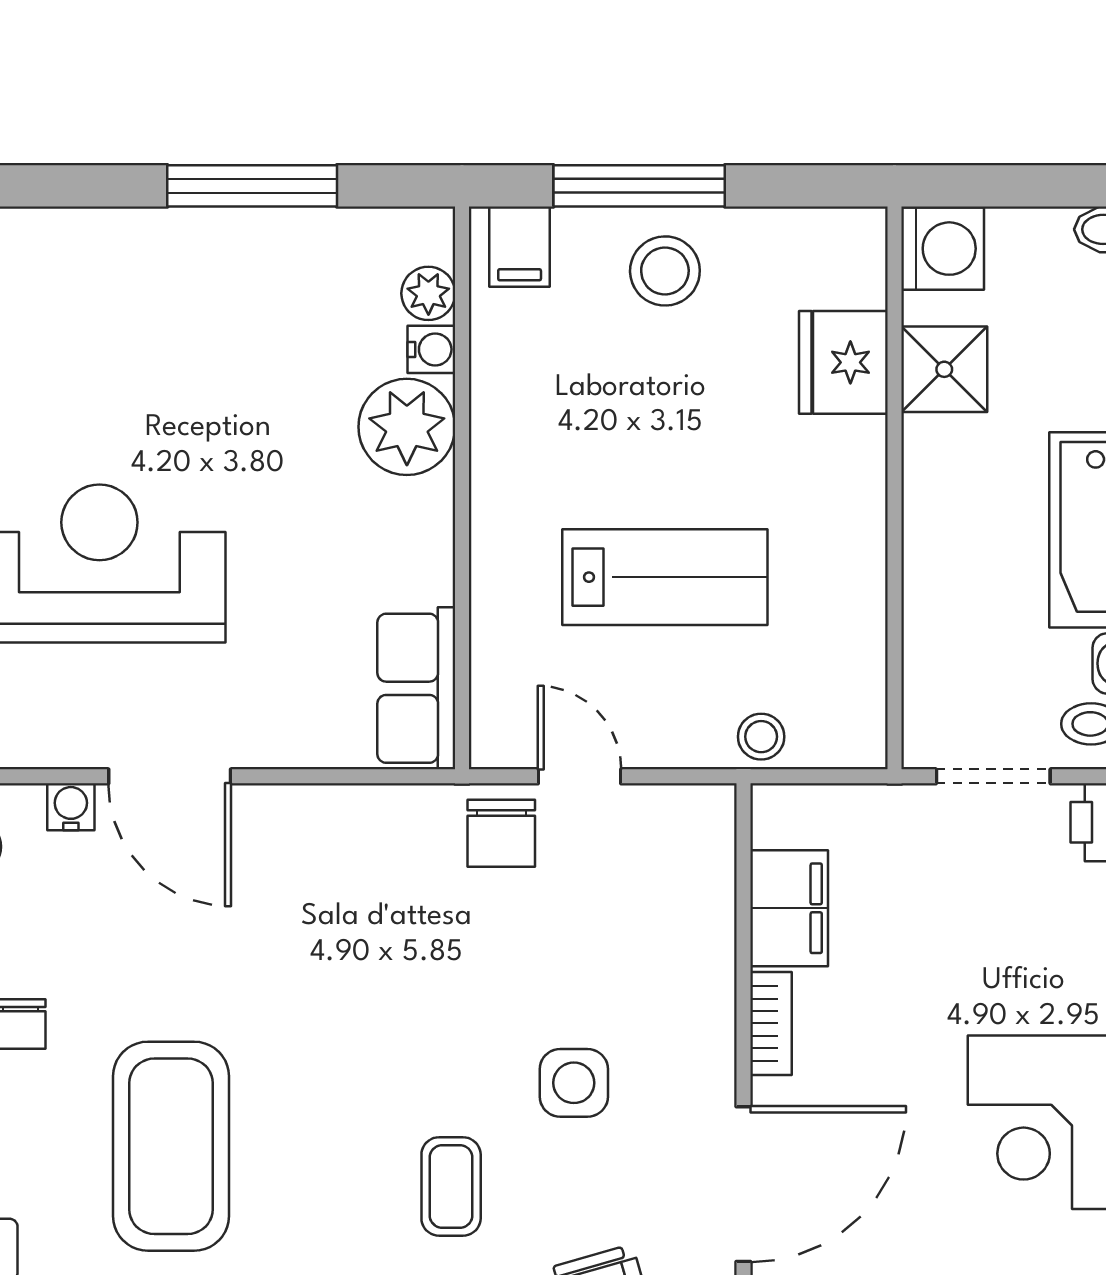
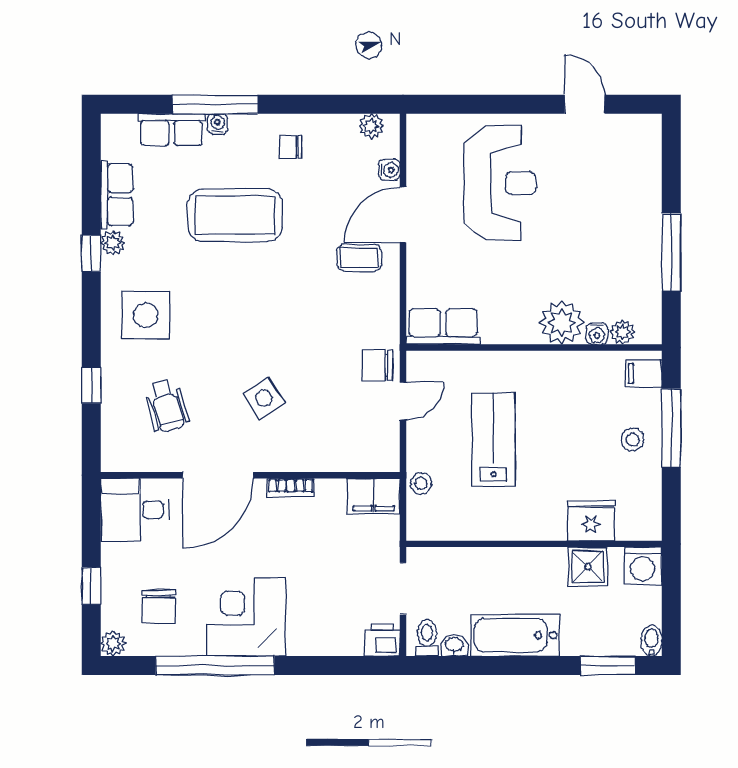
stool: (665, 271) -> (633, 440), width x0.73, depth x0.73
lab bench: (665, 577) -> (494, 440), turned 180
filing cabinet: (789, 908) -> (374, 496), moved
side table: (574, 1083) -> (264, 398), turned -33
door: (743, 1184) -> (218, 475), hinge flipped
coffee table: (451, 1186) -> (359, 258), moved

